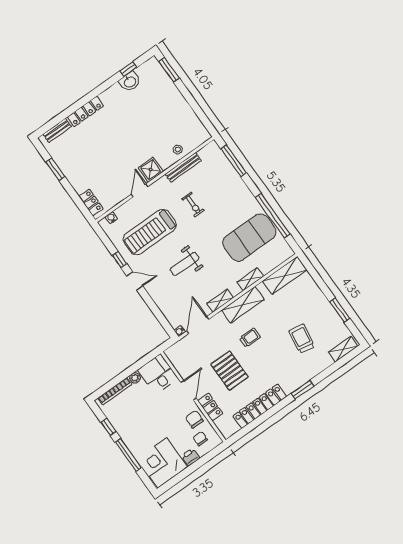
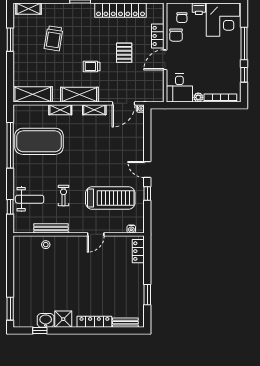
window: (234, 161) -> (10, 207), width x0.46
shower: (151, 170) -> (63, 319), moved
weight bench: (185, 264) -> (30, 199), moved
pallet: (230, 371) -> (124, 53), width x0.67, depth x0.71

